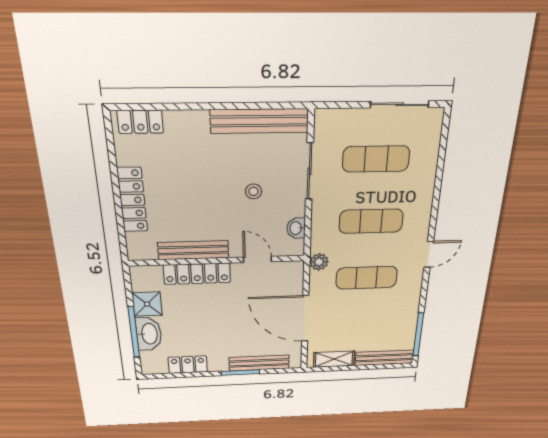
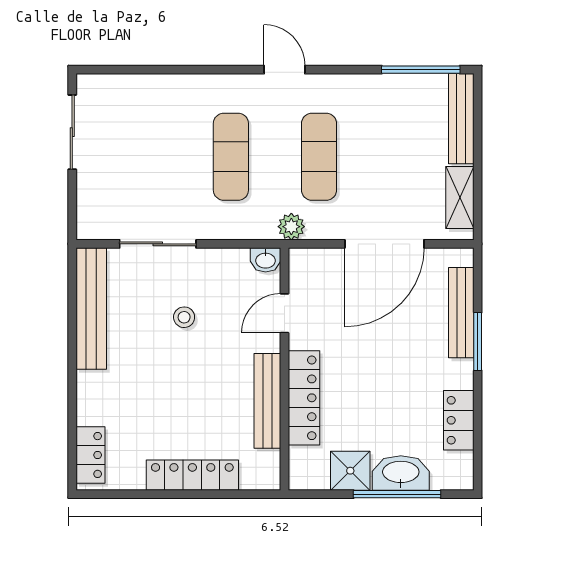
exercise mat: (376, 159) -> (143, 157), removed
washbasin: (296, 228) -> (266, 260), moved

